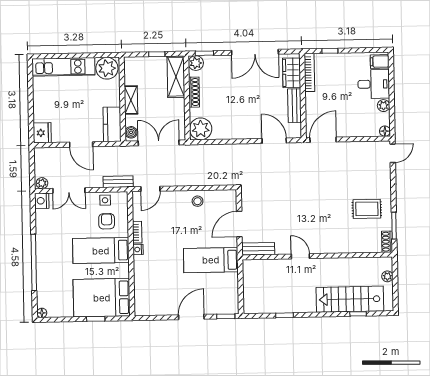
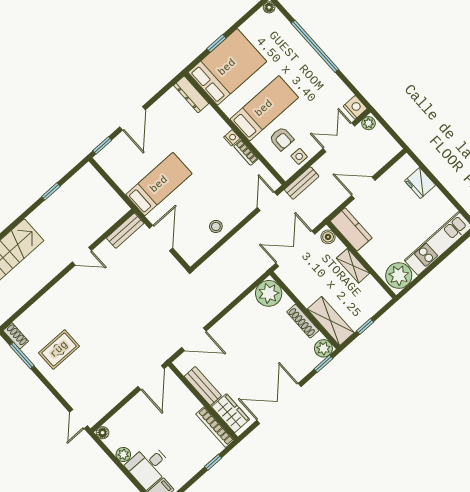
fridge: (42, 133) -> (420, 183), moved
double door: (159, 143) -> (295, 249), swing flipped
dresser: (140, 300) -> (191, 94), added

